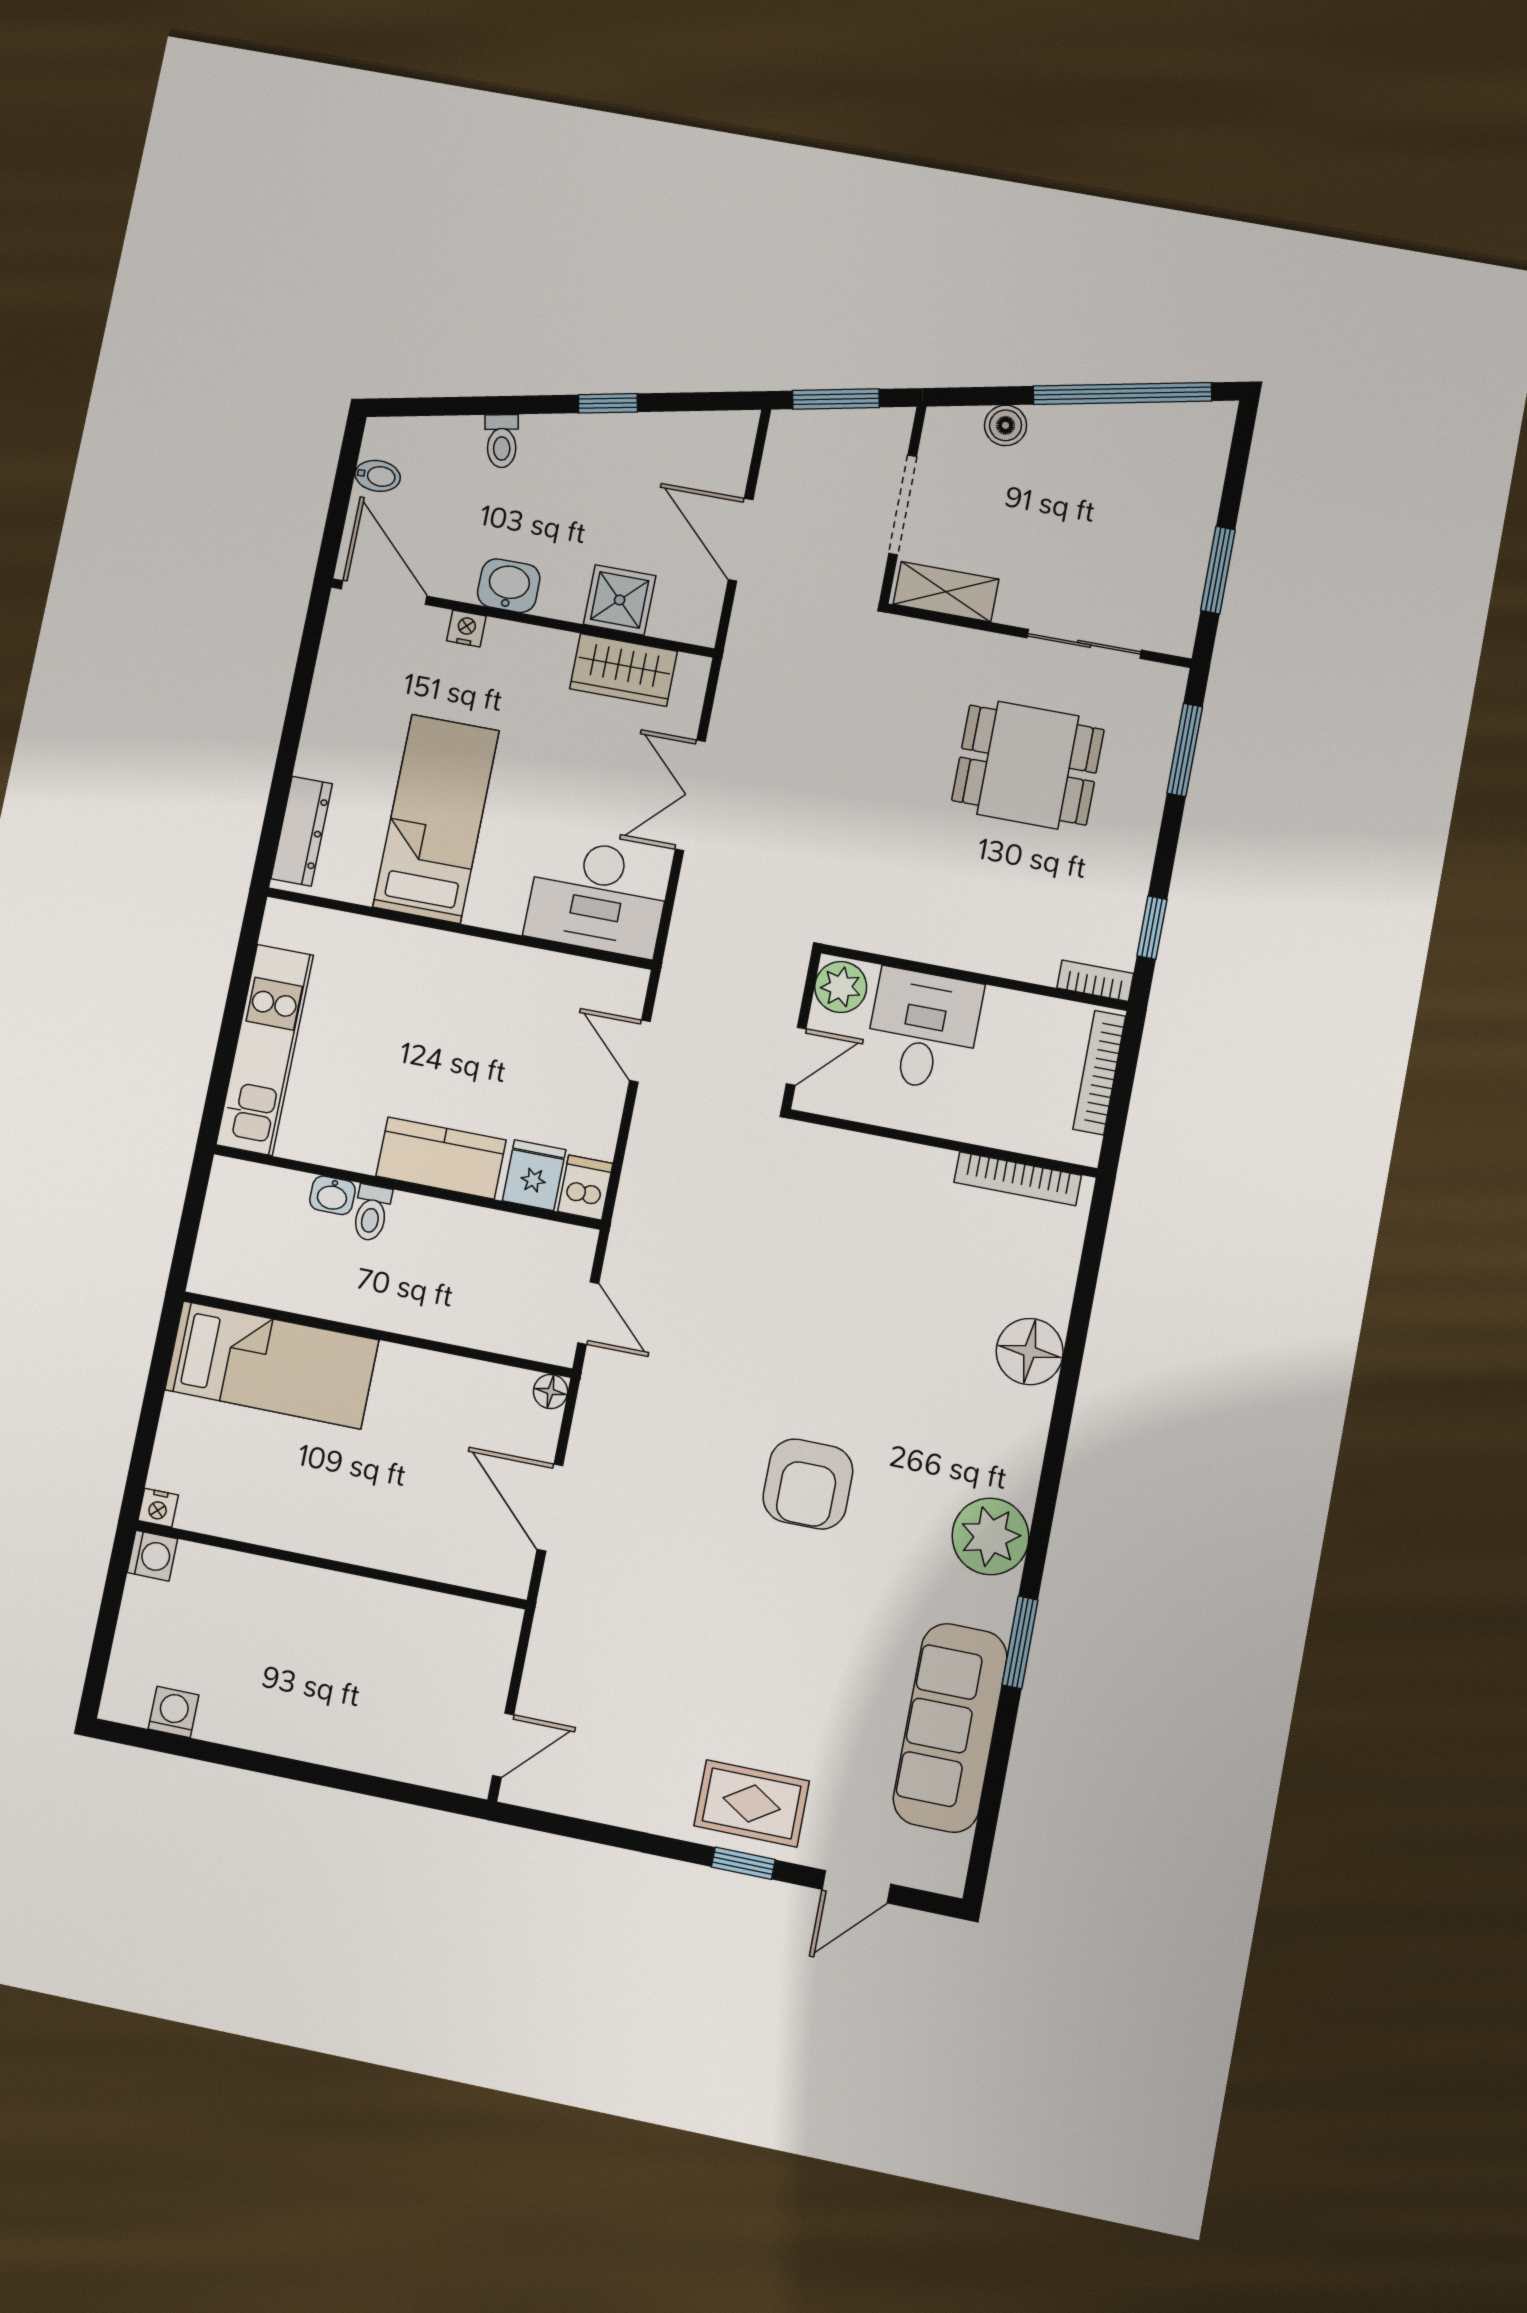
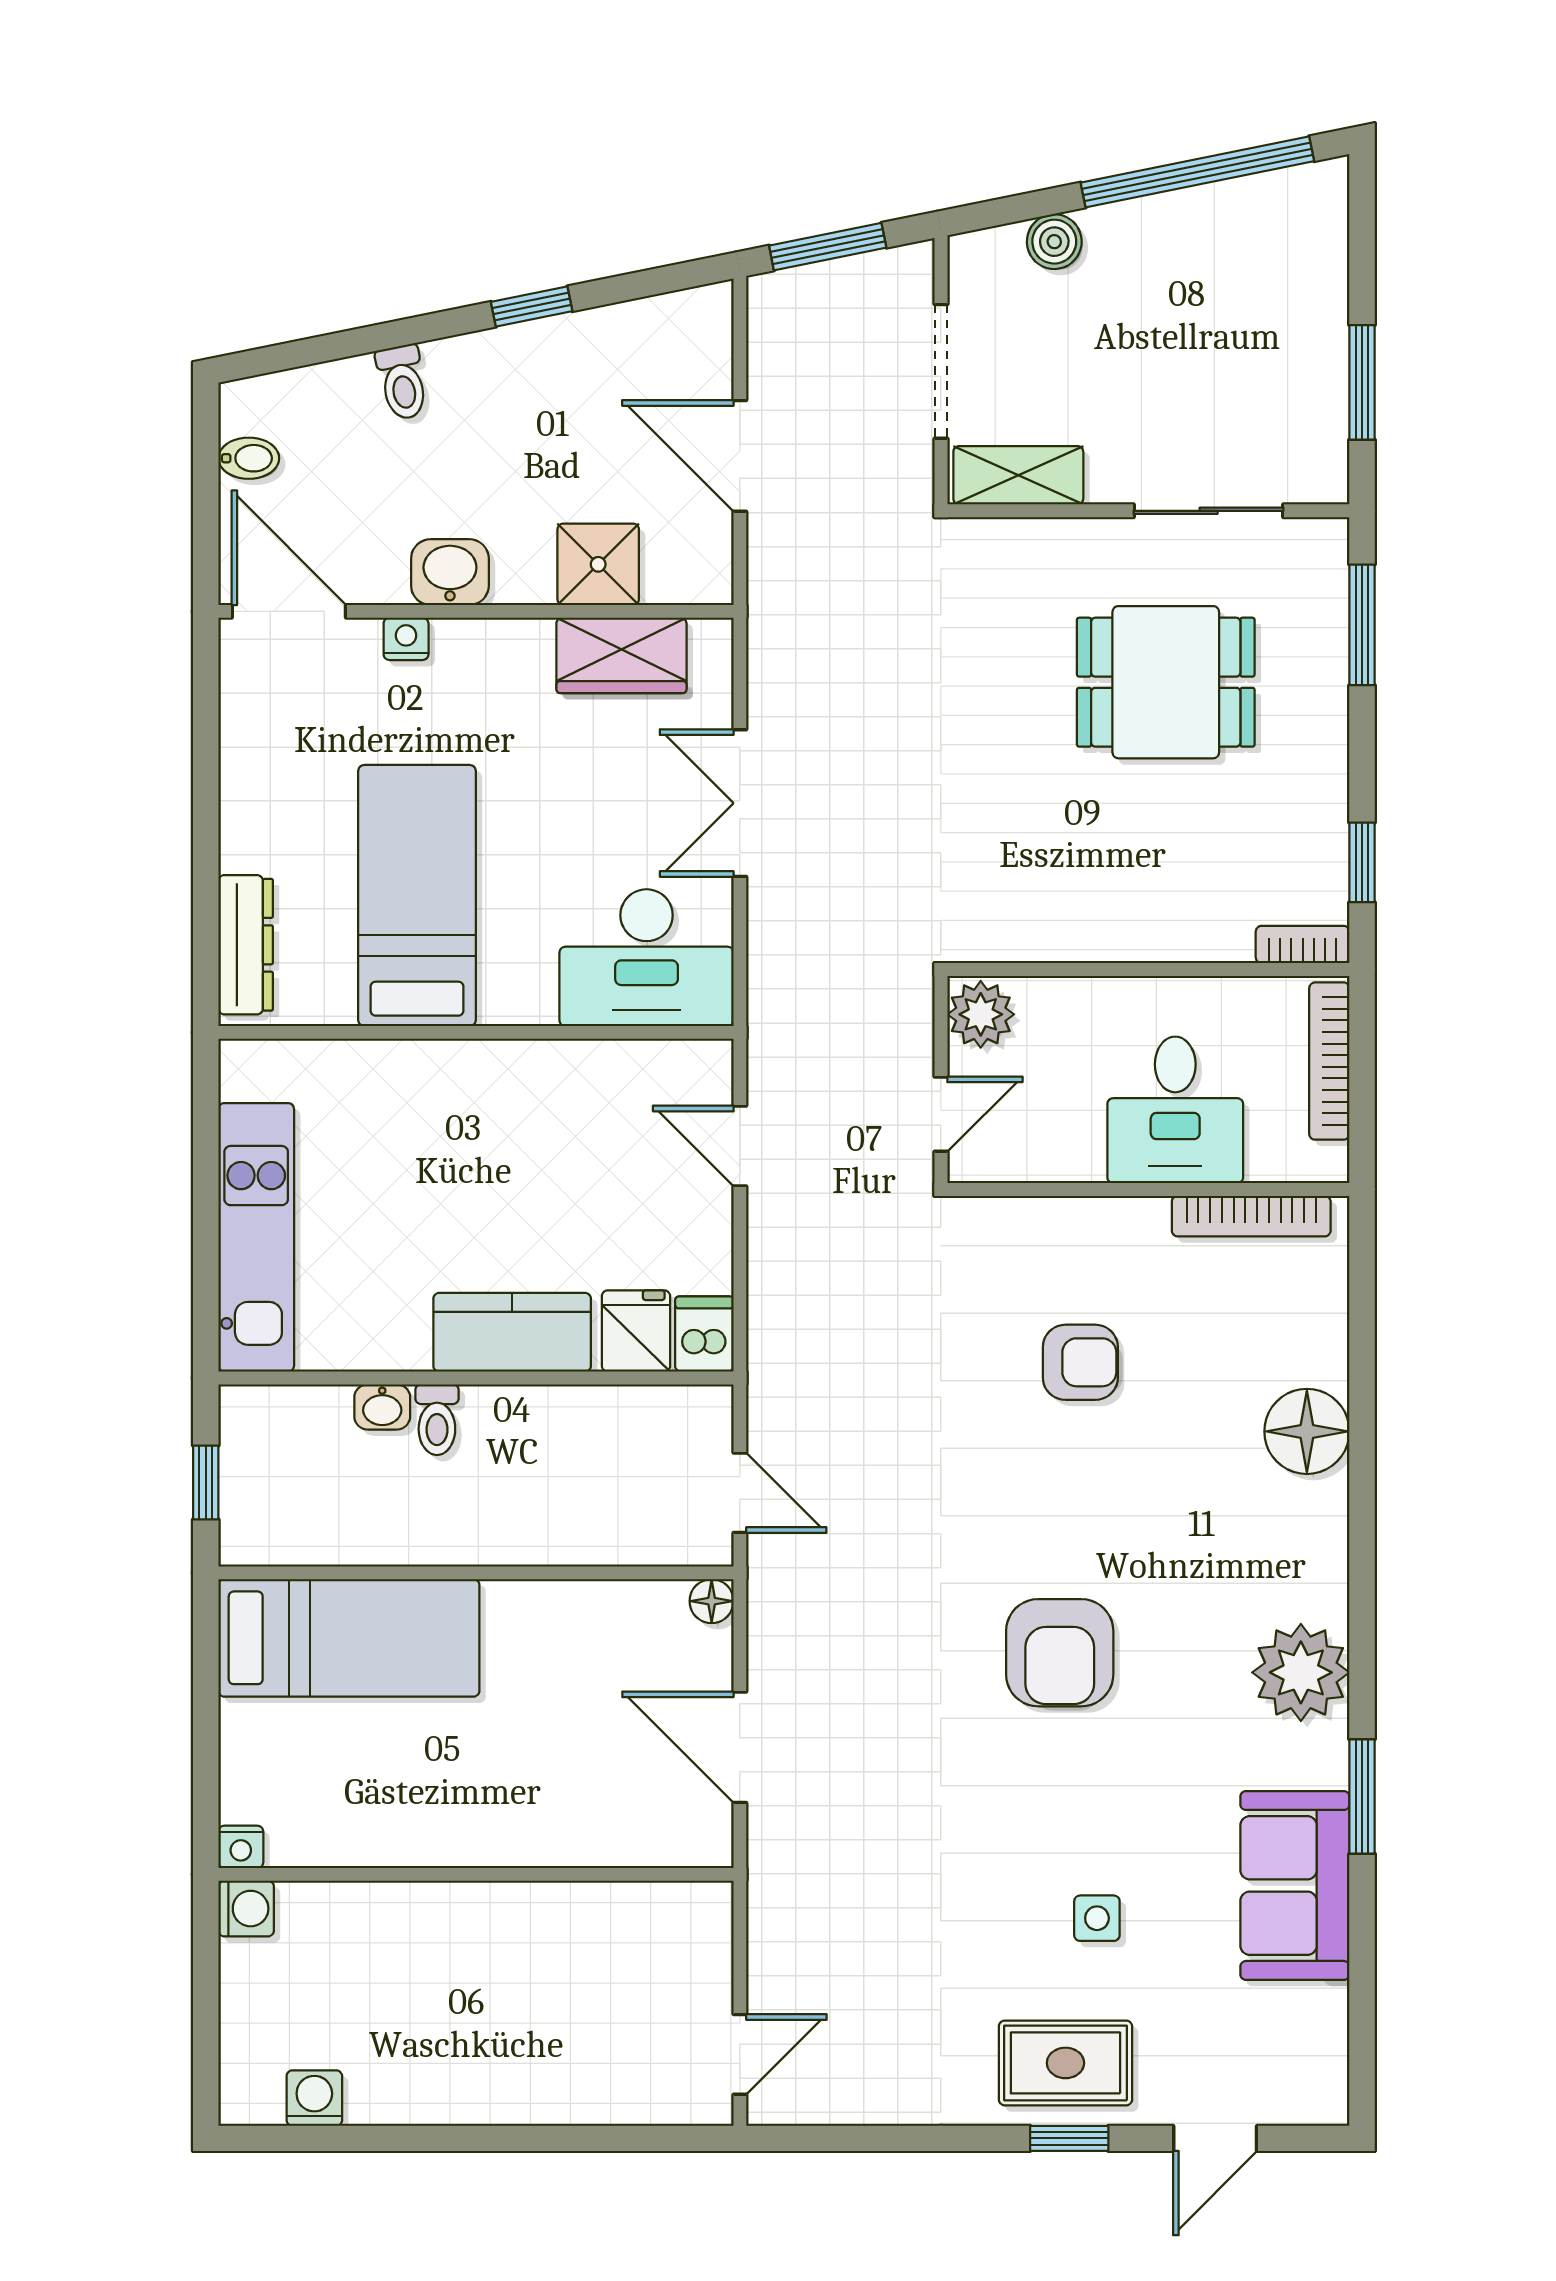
desk: (923, 1030) -> (1175, 1110), moved, turned 180
window: (189, 1226) -> (206, 1482), added
armchair: (866, 1265) -> (1080, 1362), added
side table: (797, 1695) -> (1097, 1918), added
sofa: (950, 1728) -> (1295, 1885), width x0.73

